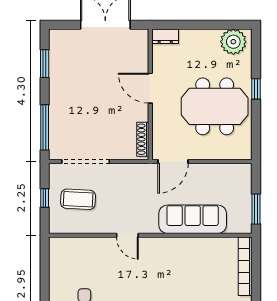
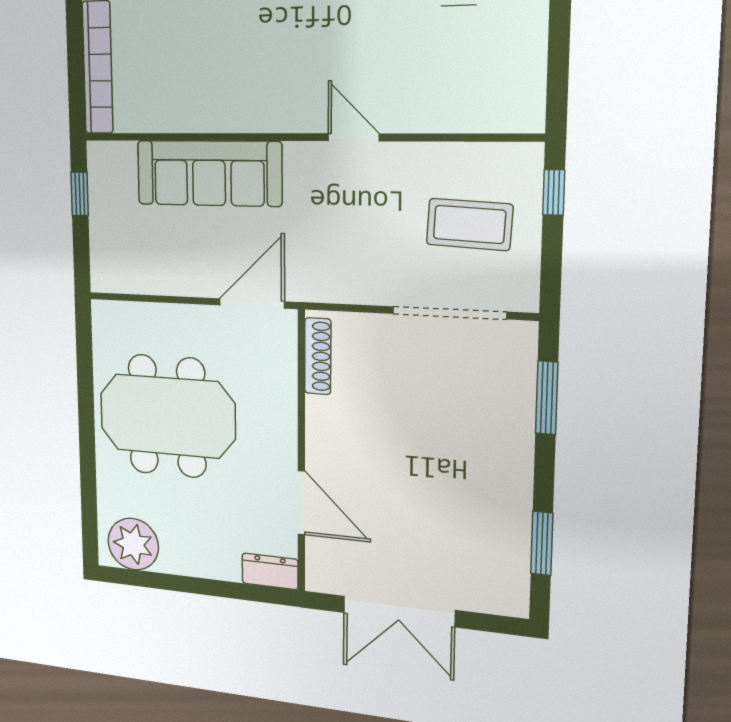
door: (150, 88) -> (301, 503), moved
window: (256, 89) -> (87, 445), removed
window: (45, 127) -> (547, 398), width x0.69
window: (45, 198) -> (554, 192), moved
window: (256, 209) -> (80, 194), width x0.67

